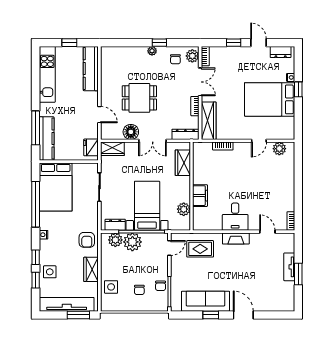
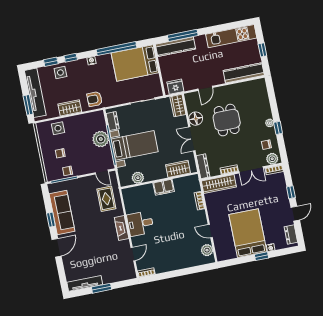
filing cabinet: (200, 196) -> (164, 187), moved
plant: (115, 240) -> (100, 124), removed
tv unit: (289, 267) -> (85, 283), moved, width x1.41

